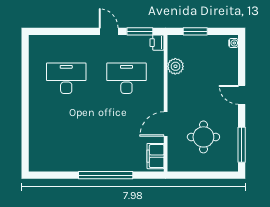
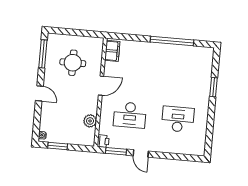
window: (195, 31) -> (58, 146), moved
desk: (66, 78) -> (178, 119), turned 180
window: (25, 122) -> (214, 87), added
door: (166, 124) -> (101, 86), moved
window: (106, 175) -> (172, 41), moved

